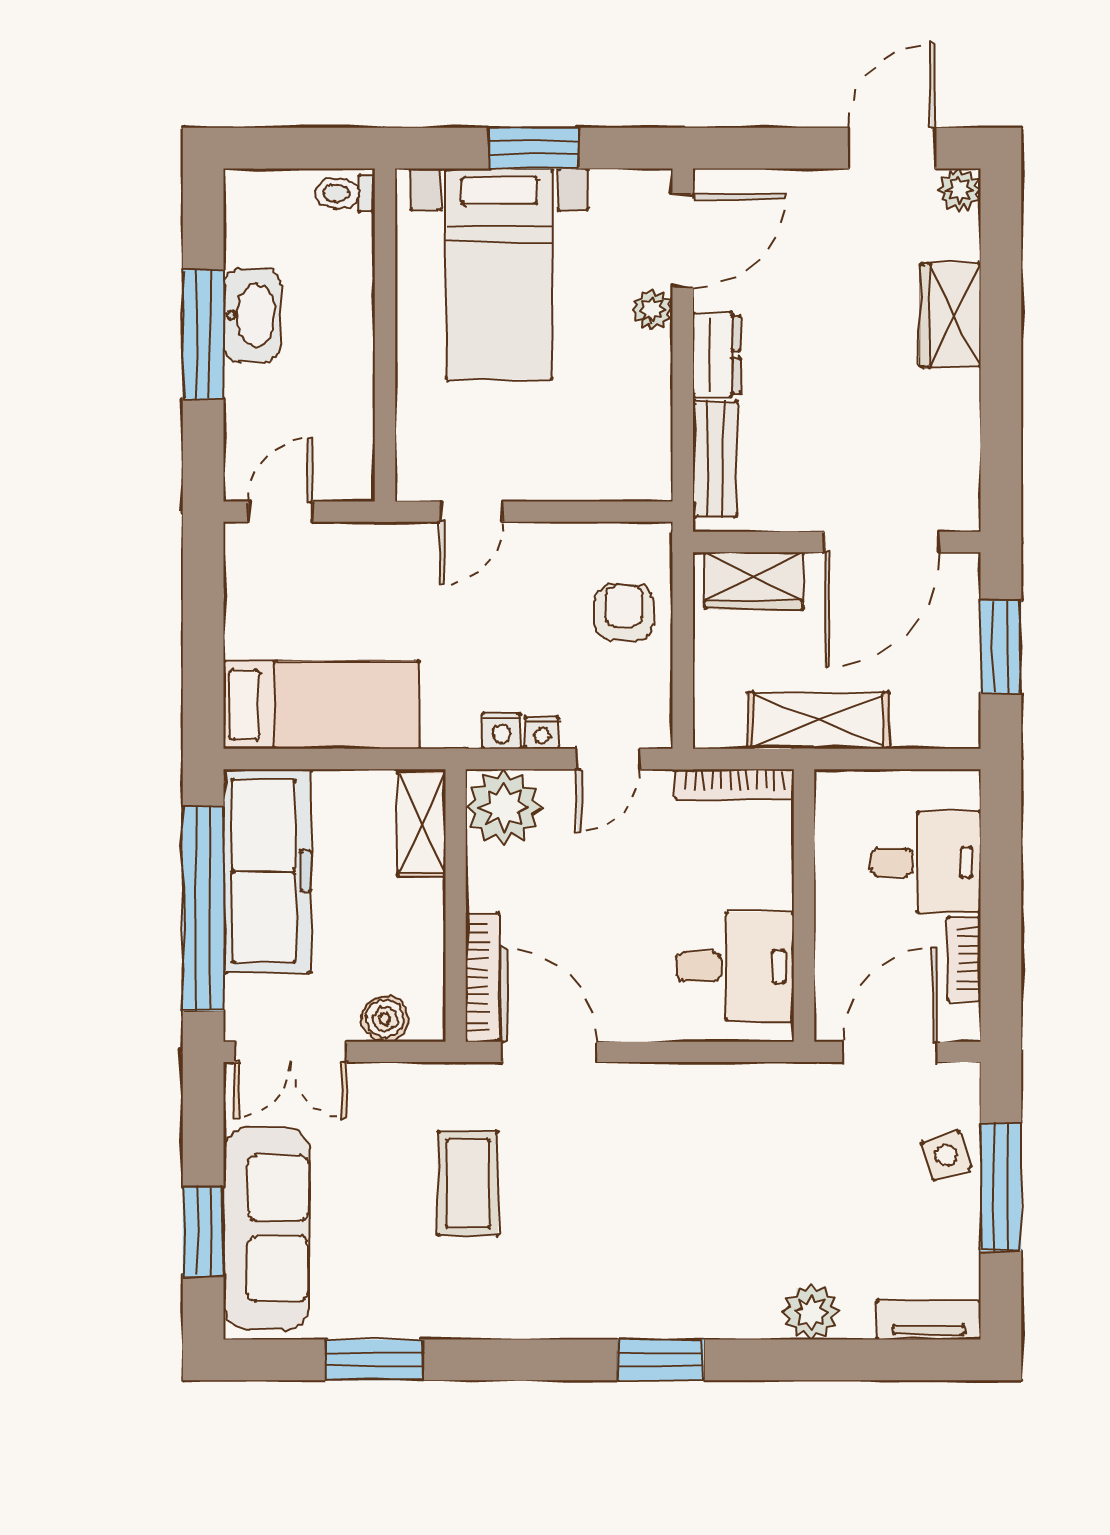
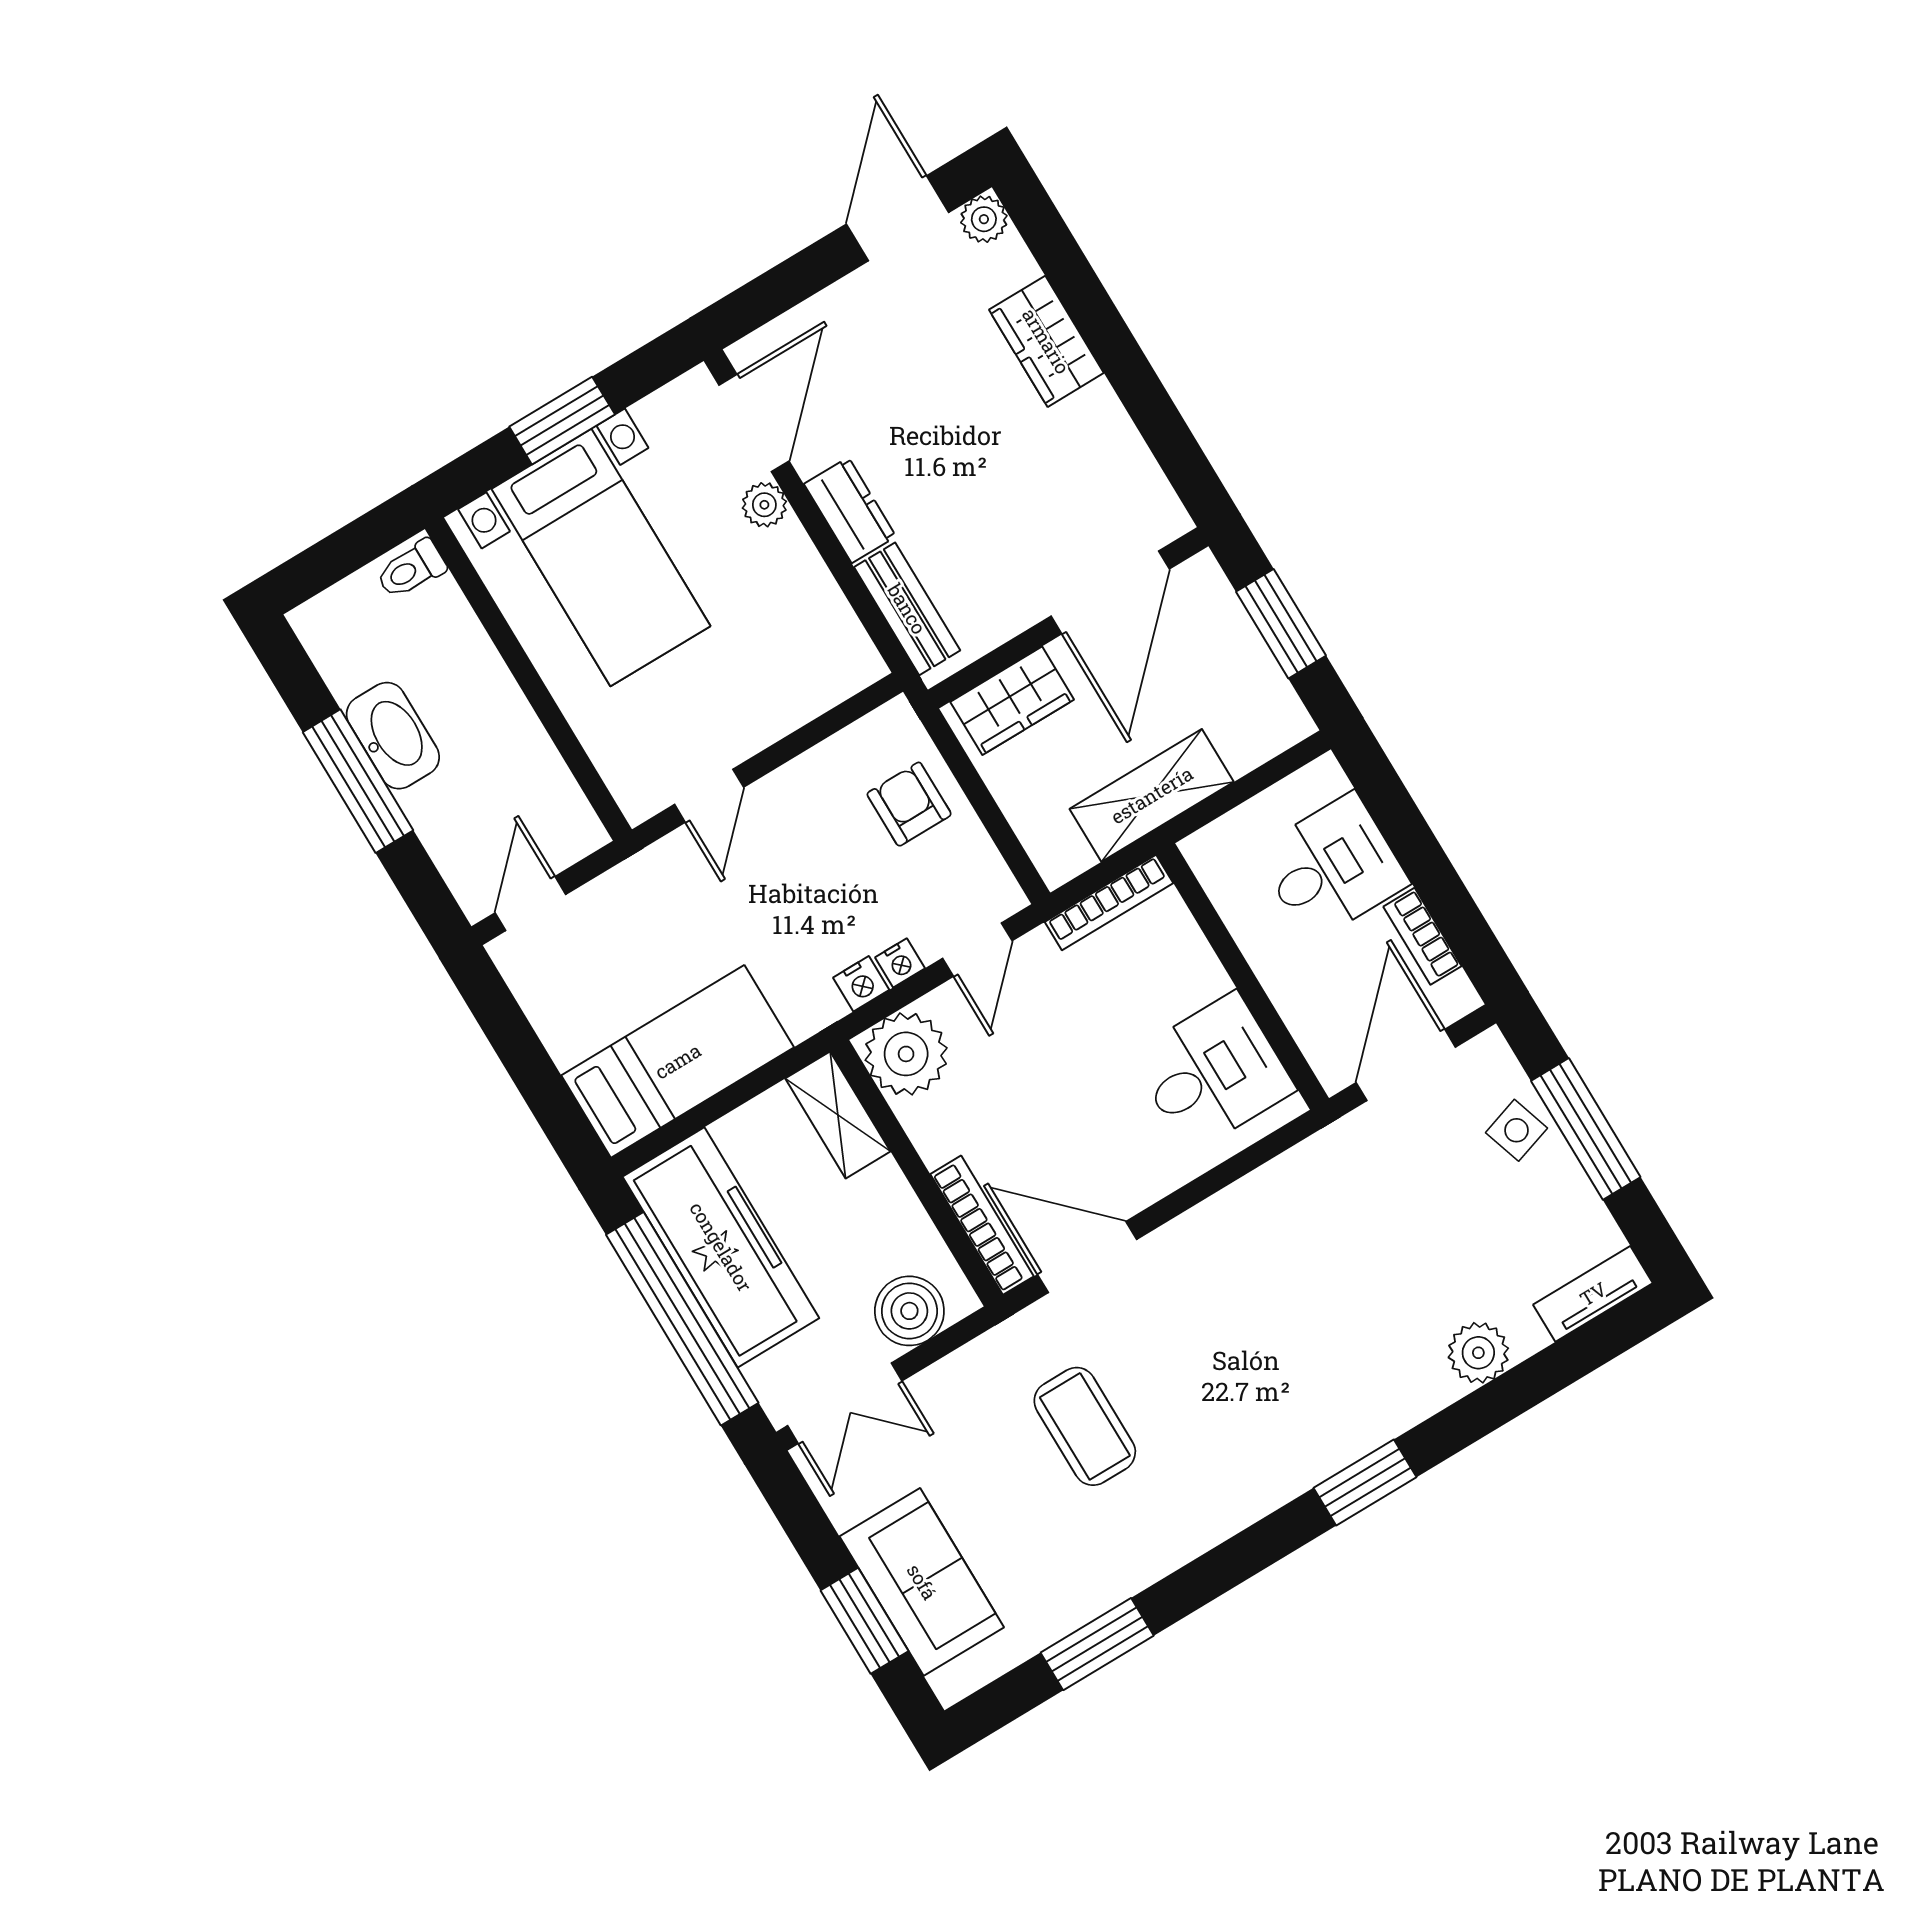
boiler: (385, 1019) -> (909, 1311), width x1.36, depth x1.36
sofa: (266, 1228) -> (922, 1582), width x0.73

